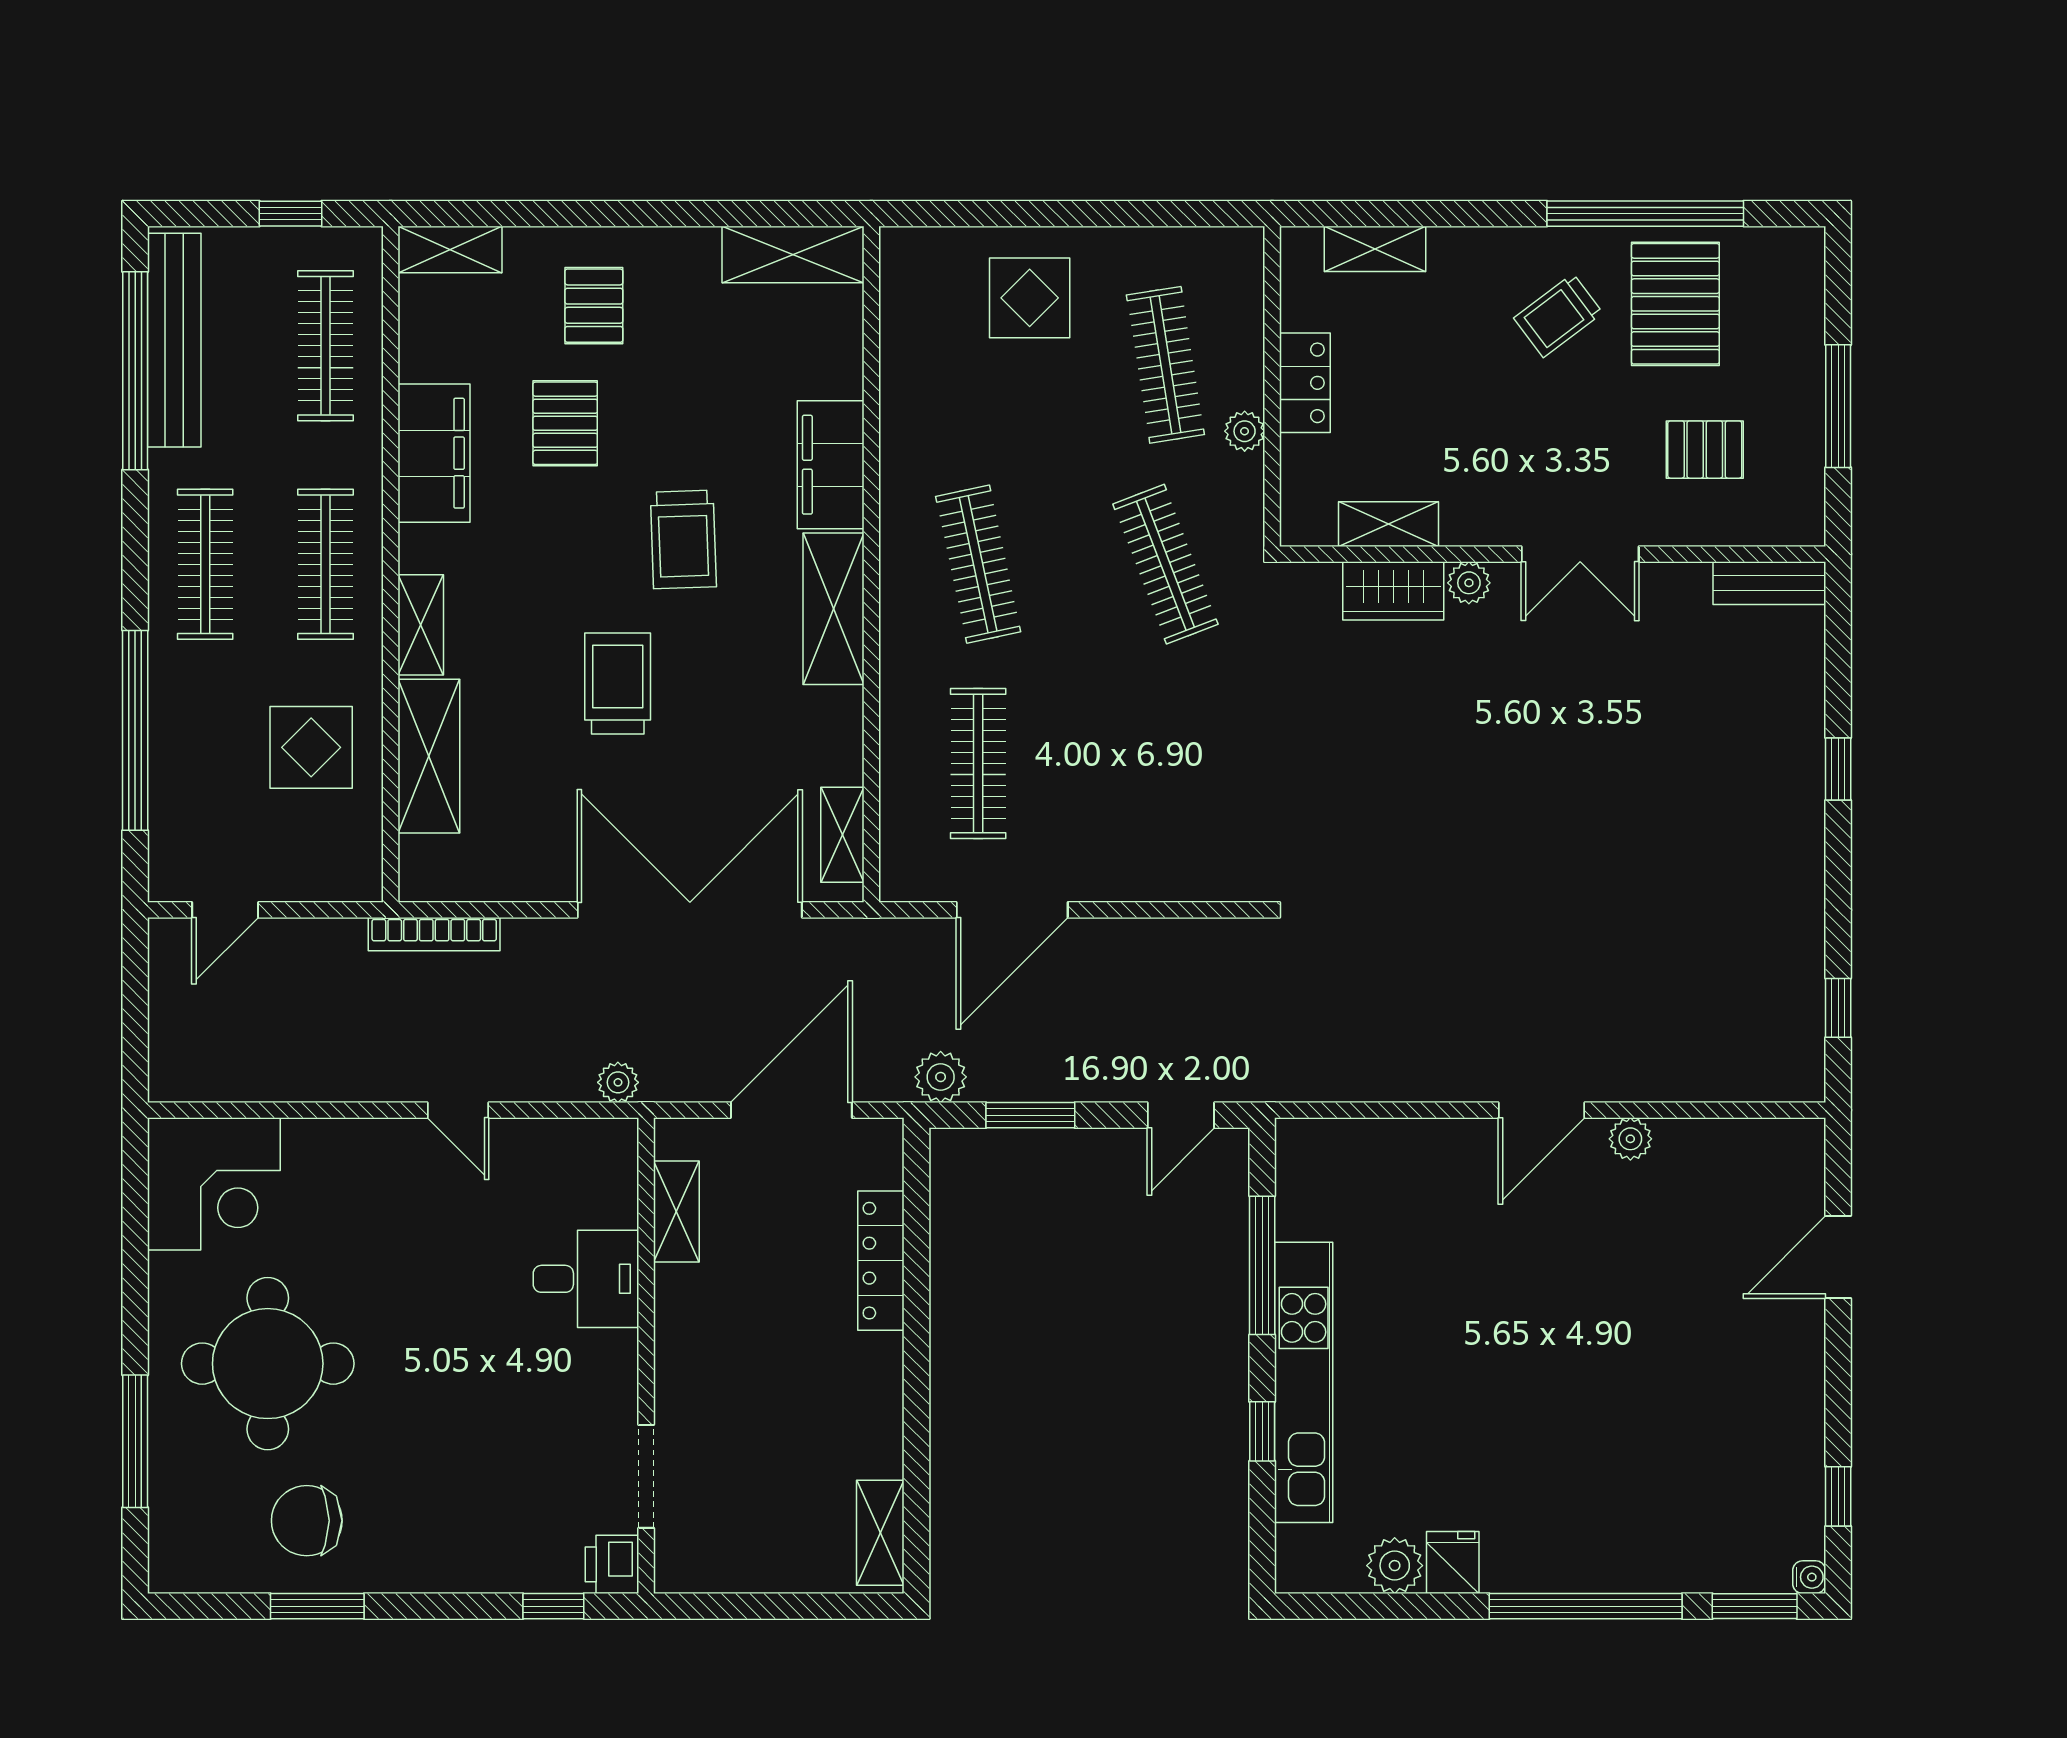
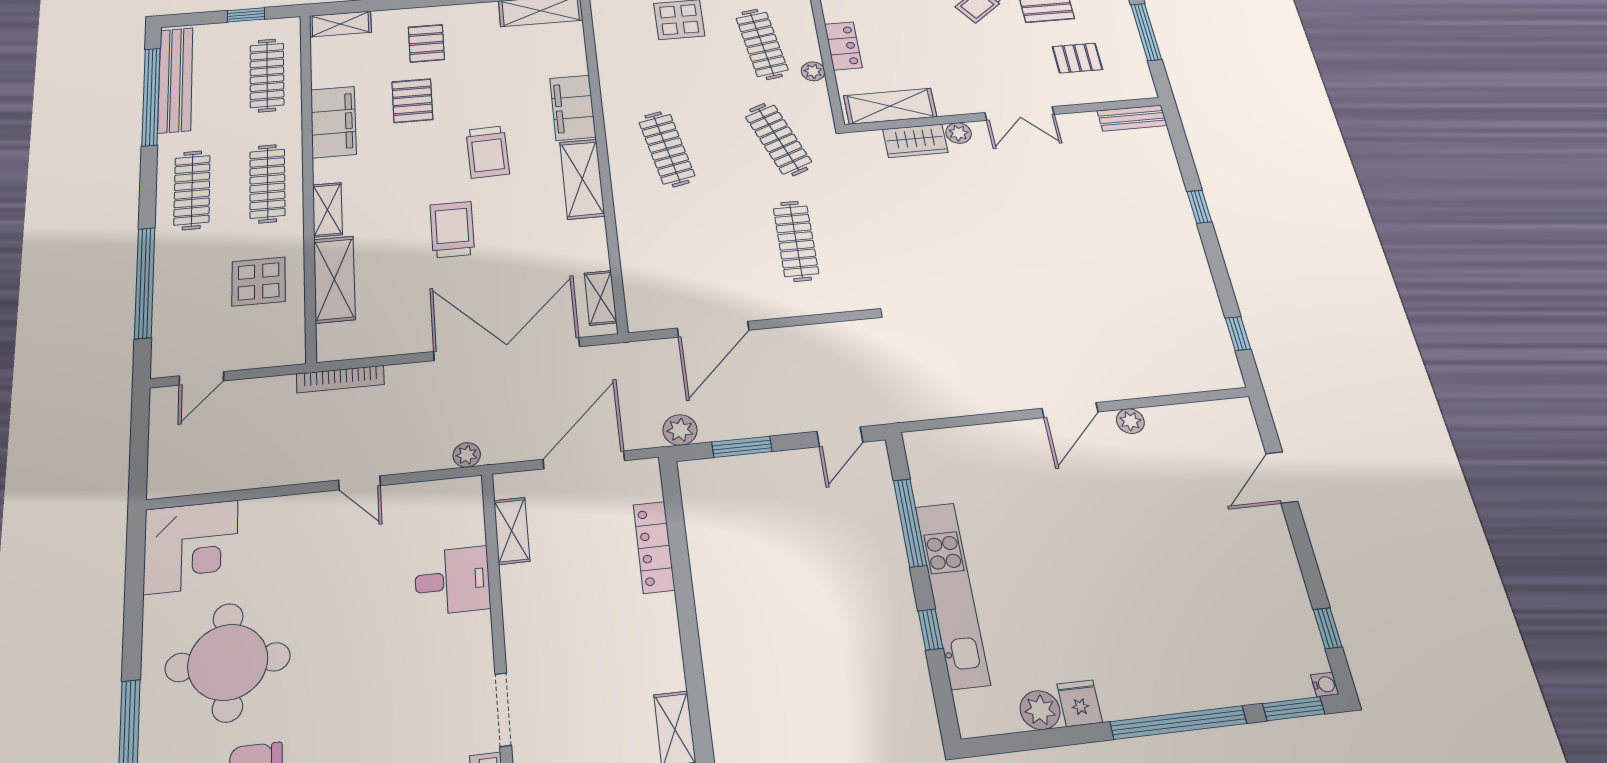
shelving: (1389, 524) -> (890, 106), width x1.50, depth x1.33
clothes rail: (978, 764) -> (796, 241), moved

